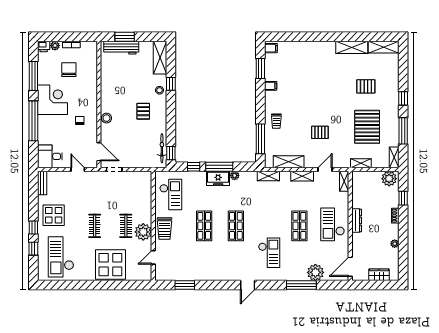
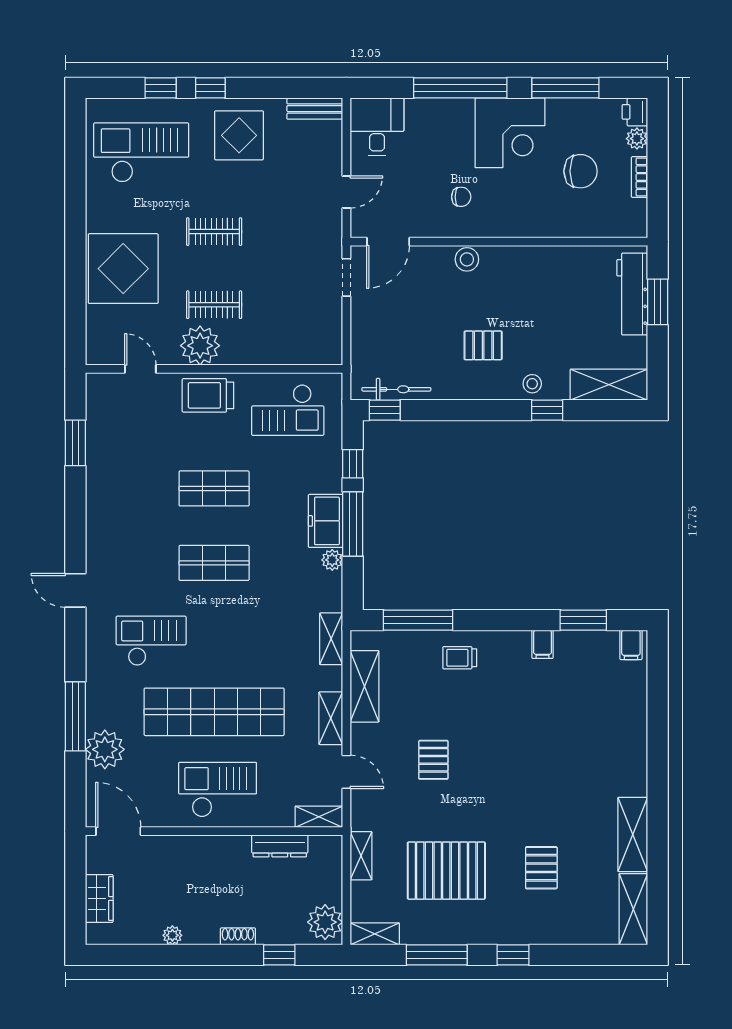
dresser: (357, 221) -> (280, 846), moved
shop shelf: (299, 226) -> (214, 712), width x2.00, depth x1.36
checkout: (269, 253) -> (151, 641), turned 180

